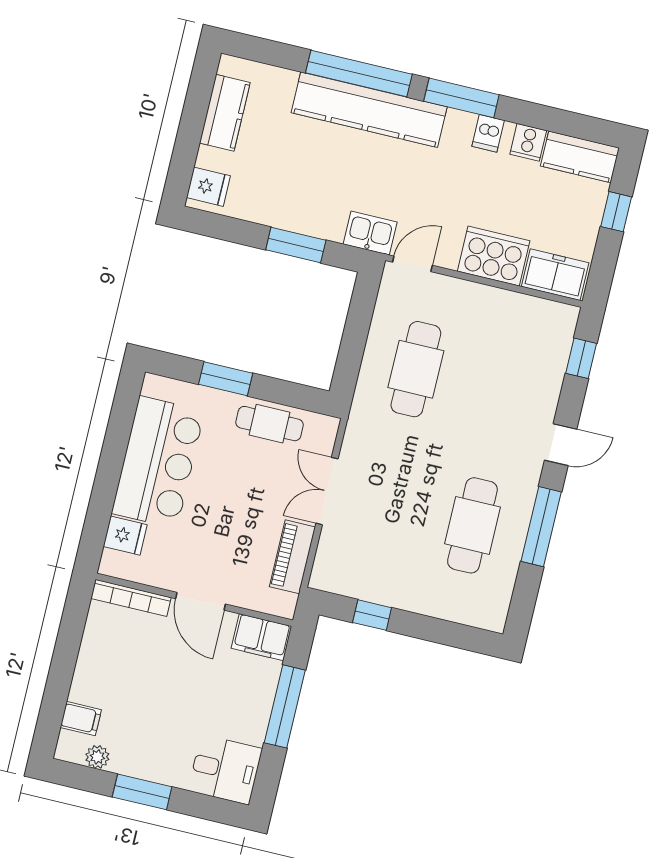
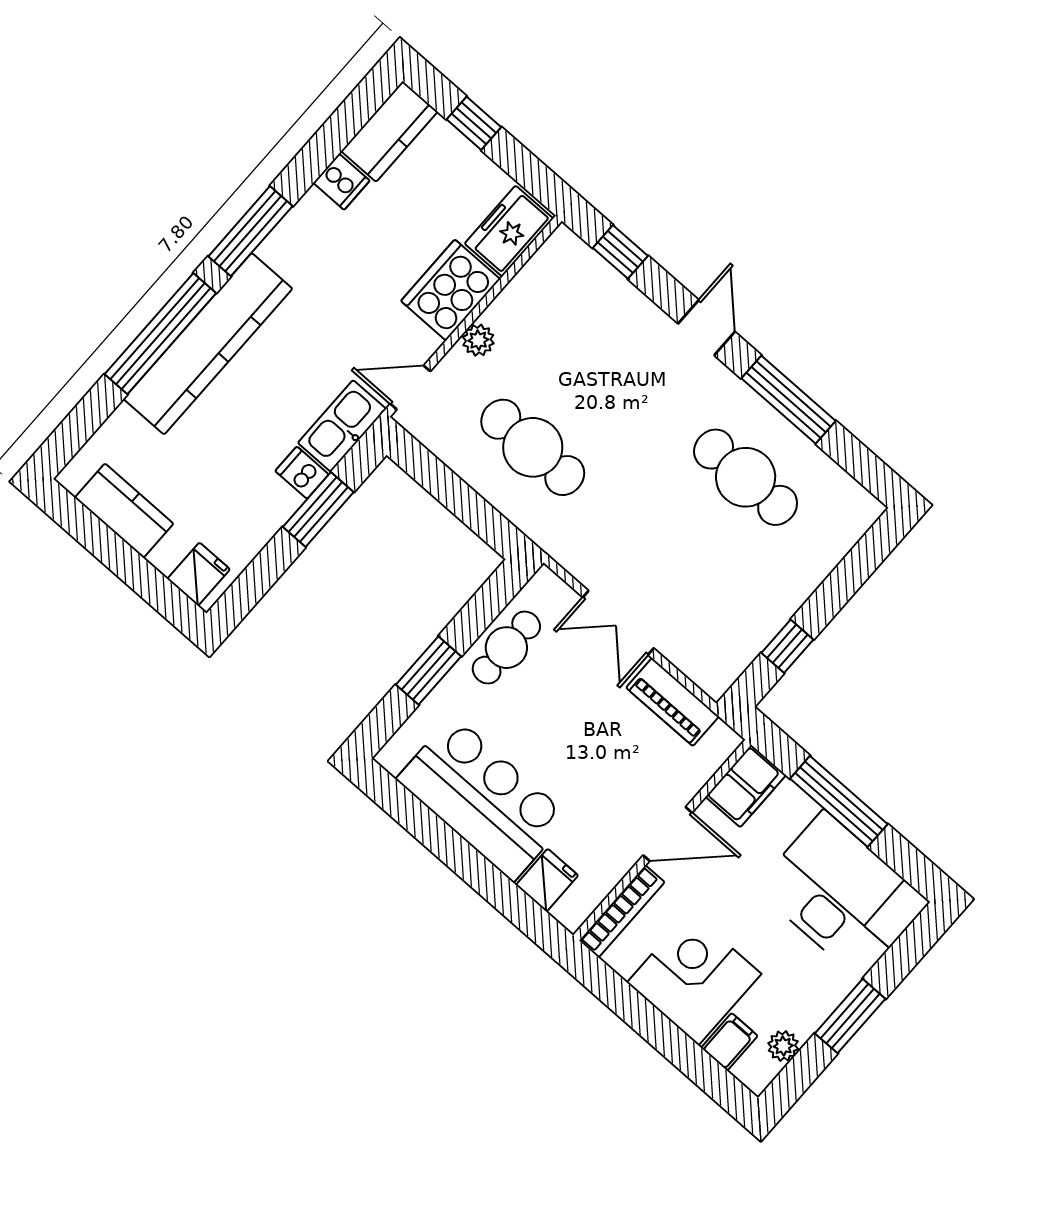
dishwasher: (488, 133) -> (302, 473), moved, turned 180
kitchen sink: (370, 233) -> (342, 426), width x1.38
door: (412, 264) -> (410, 387), hinge flipped
plant: (469, 293) -> (478, 340), added
corner desk: (112, 672) -> (694, 978), added
desk: (225, 769) -> (842, 895), width x1.87, depth x1.30

